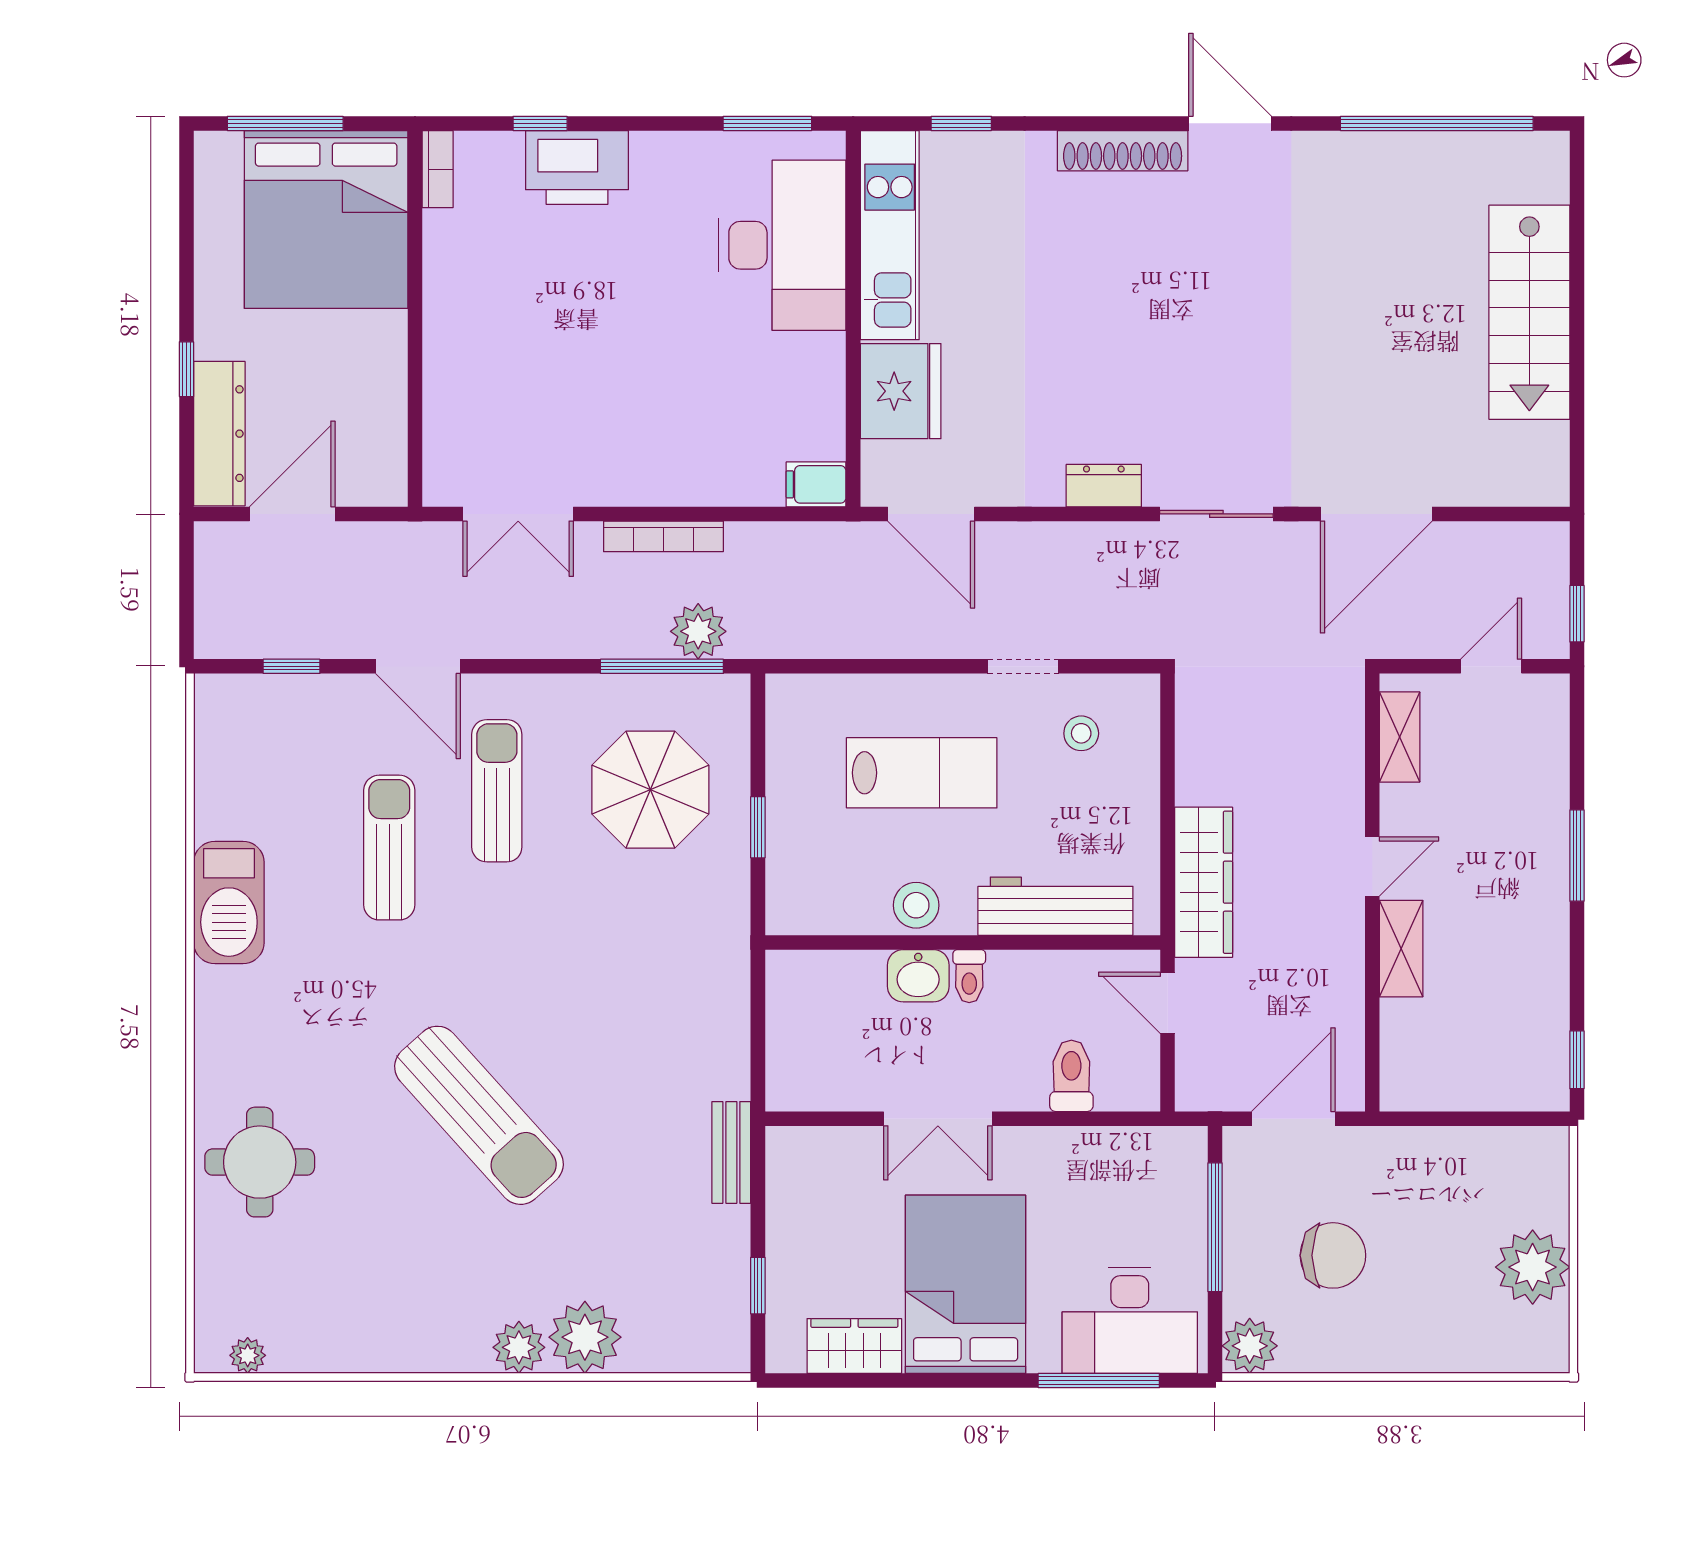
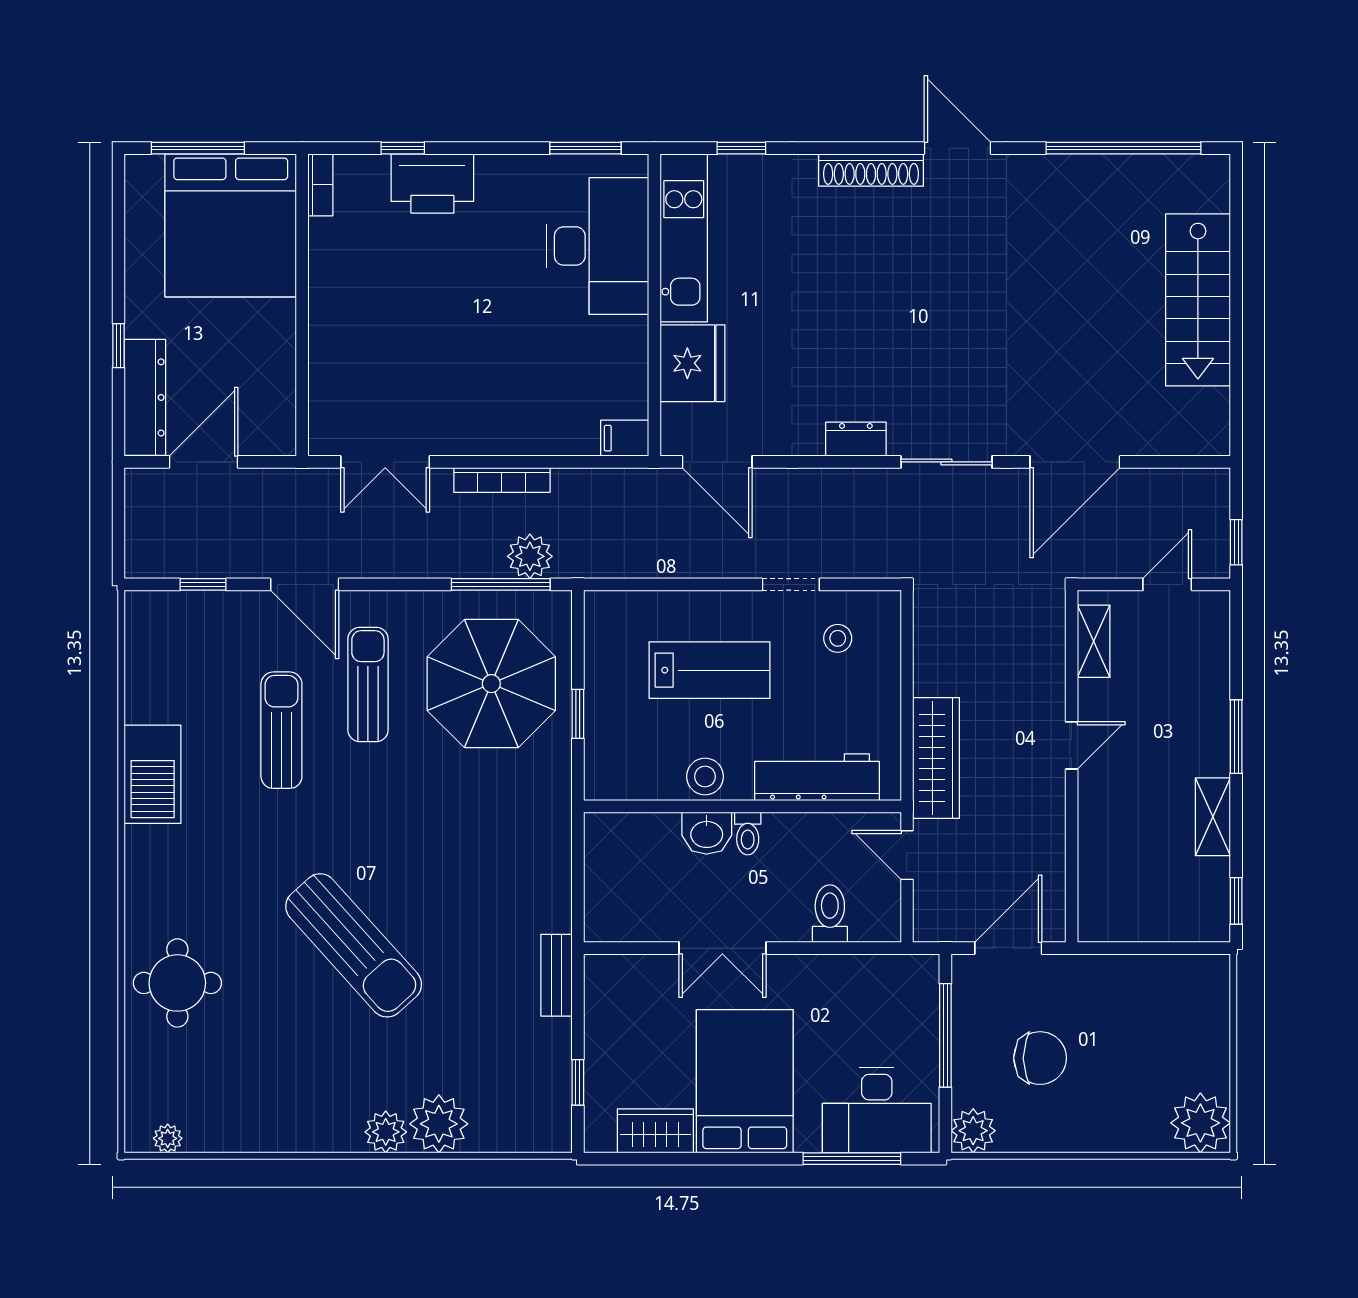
parasol: (650, 790) -> (491, 684), width x1.36, depth x1.36
shelving: (1401, 949) -> (1213, 817), moved
plant: (1533, 1267) -> (1200, 1123), moved

